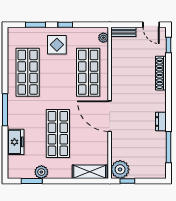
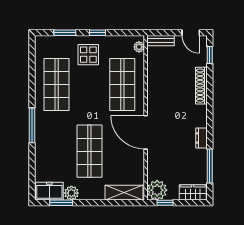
freezer: (16, 142) -> (49, 191), moved, turned -90
wardrobe: (153, 172) -> (193, 192), added

